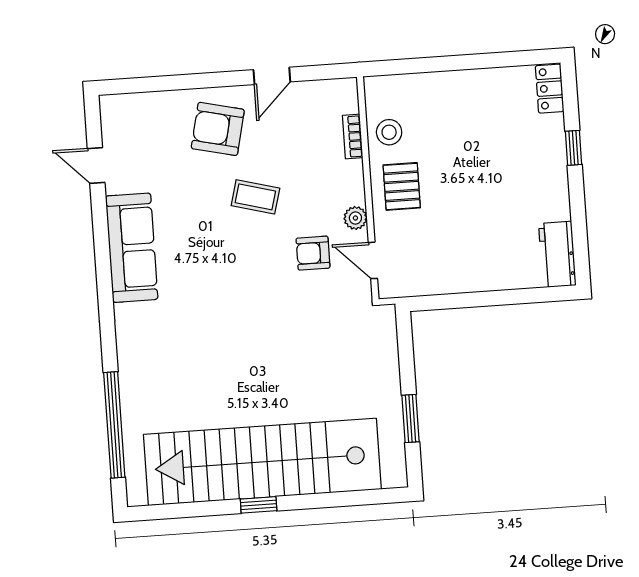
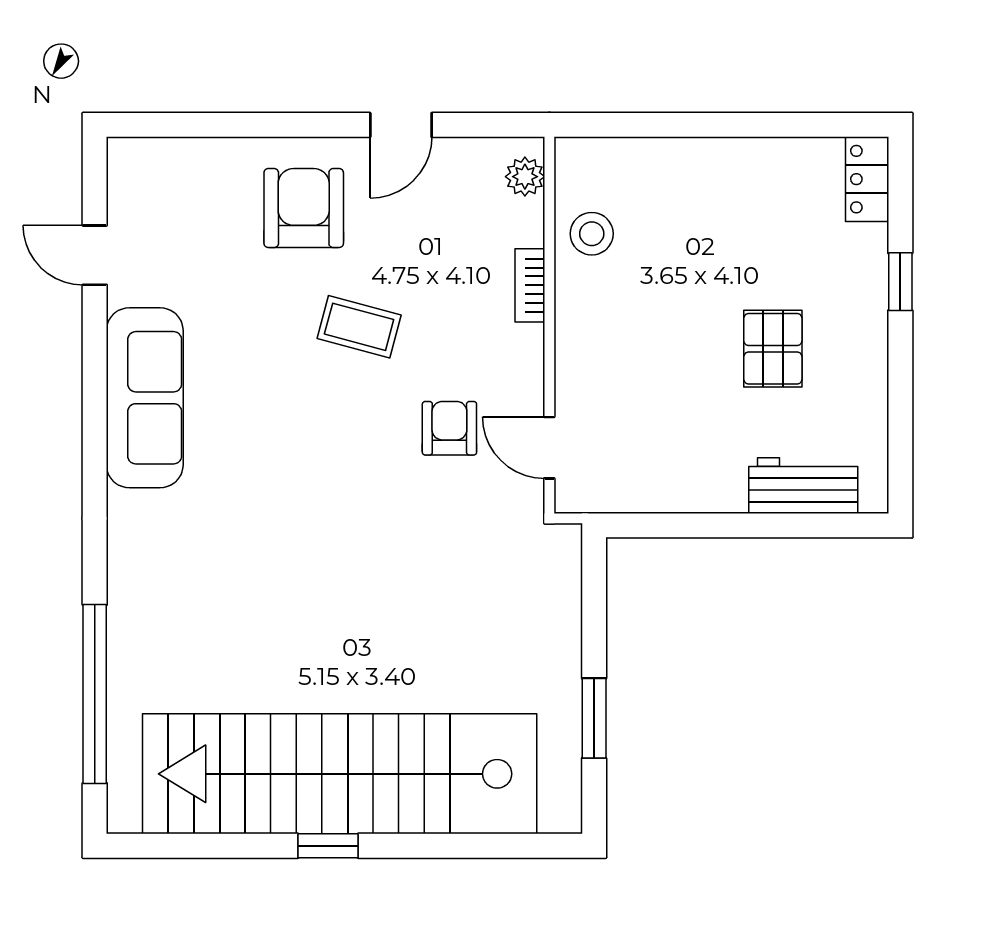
armchair: (218, 129) -> (304, 208), turned 77
bookcase: (353, 137) -> (530, 285), moved
pallet: (402, 186) -> (773, 349), moved
plant: (355, 218) -> (525, 177), moved
armchair: (313, 253) -> (449, 428), turned 90
workbench: (557, 254) -> (803, 486), moved, turned 90

